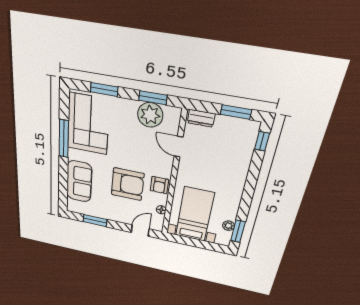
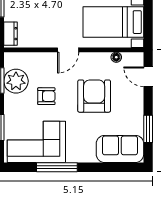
door: (179, 147) -> (68, 50), moved
sofa: (79, 181) -> (120, 149), moved
armchair: (159, 185) -> (46, 96), moved

